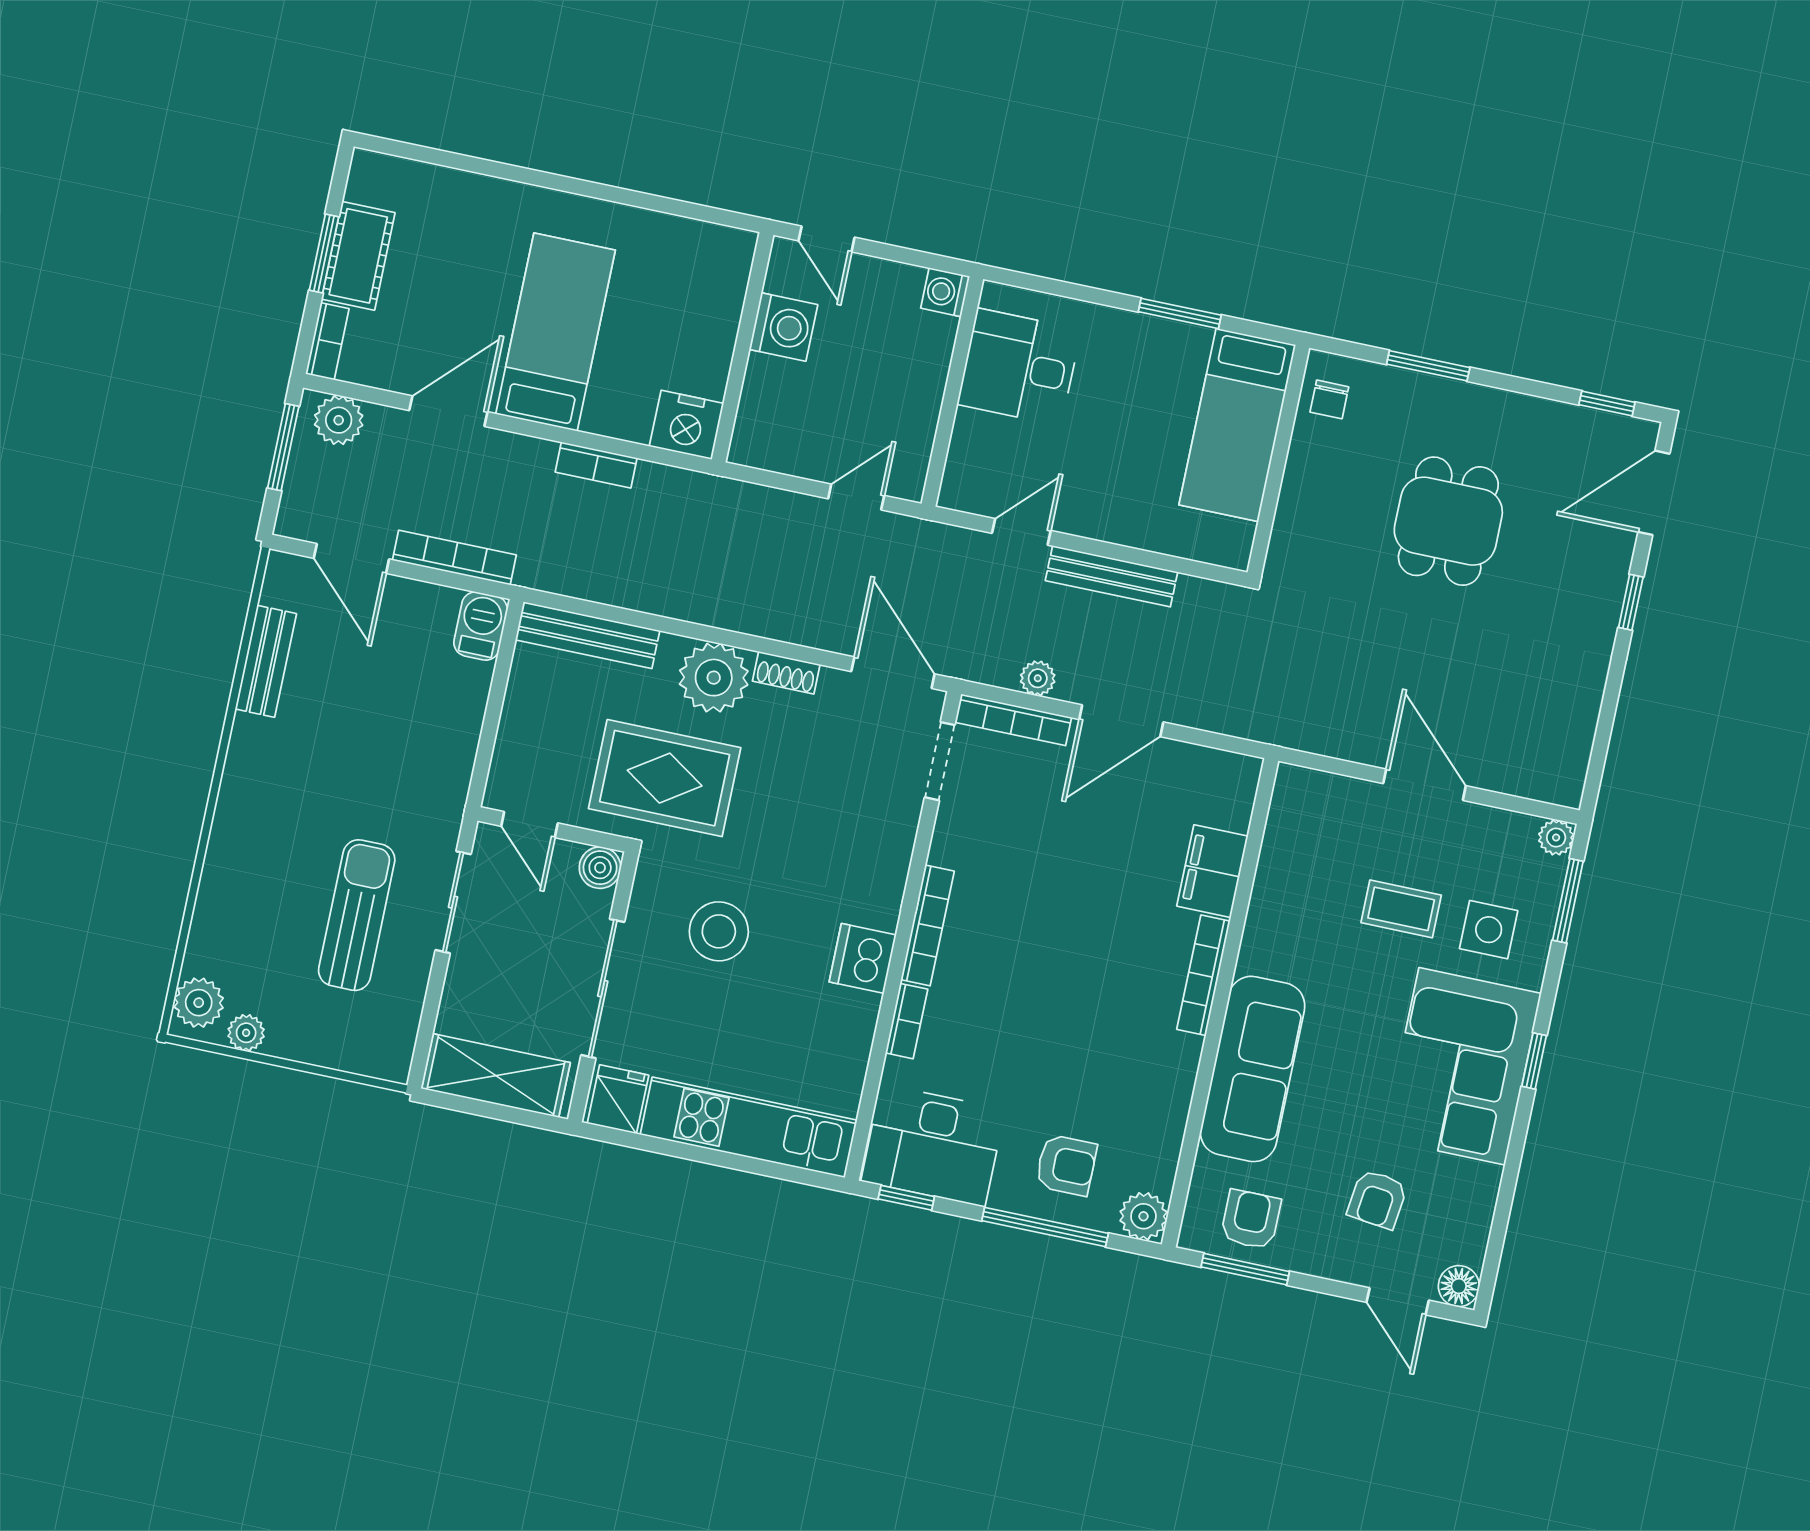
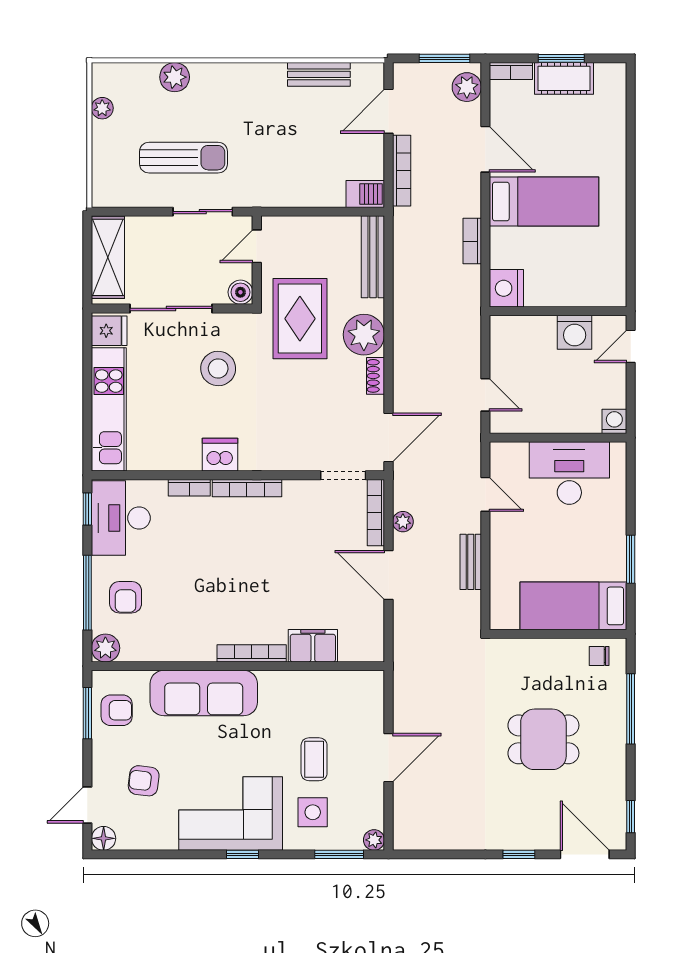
window: (1428, 366) -> (631, 709), width x1.44
desk: (1019, 367) -> (569, 473), width x1.37
bench: (1112, 576) -> (471, 562), width x0.73
plant: (199, 1003) -> (175, 77), moved

